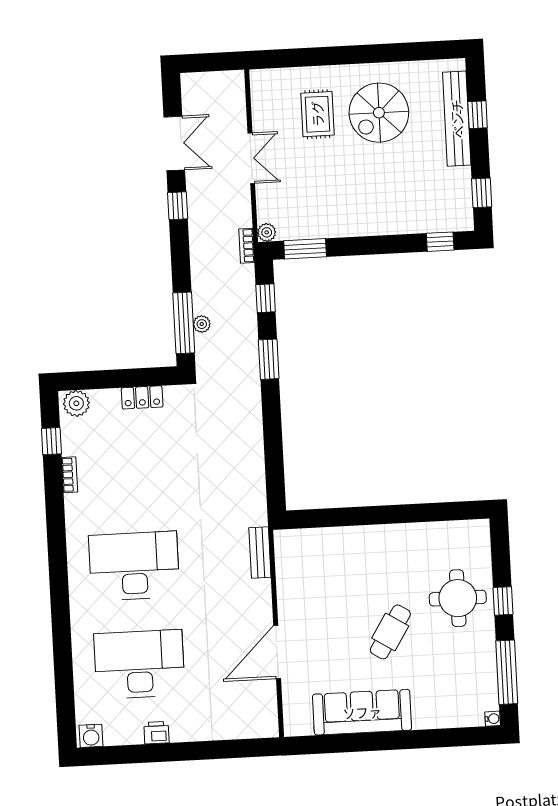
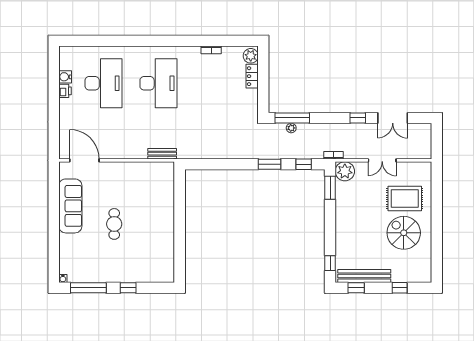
rug: (317, 114) -> (405, 199), width x1.36, depth x1.43
bench: (457, 119) -> (364, 276), moved
plant: (267, 232) -> (345, 171), width x1.87, depth x1.87
locker: (142, 397) -> (252, 76), moved
window: (51, 441) -> (230, 41), removed
round table: (458, 598) -> (131, 263), removed
cafe table: (390, 632) -> (114, 224), turned 58
door: (277, 652) -> (84, 160), moved
water cooler: (91, 736) -> (65, 77), moved

